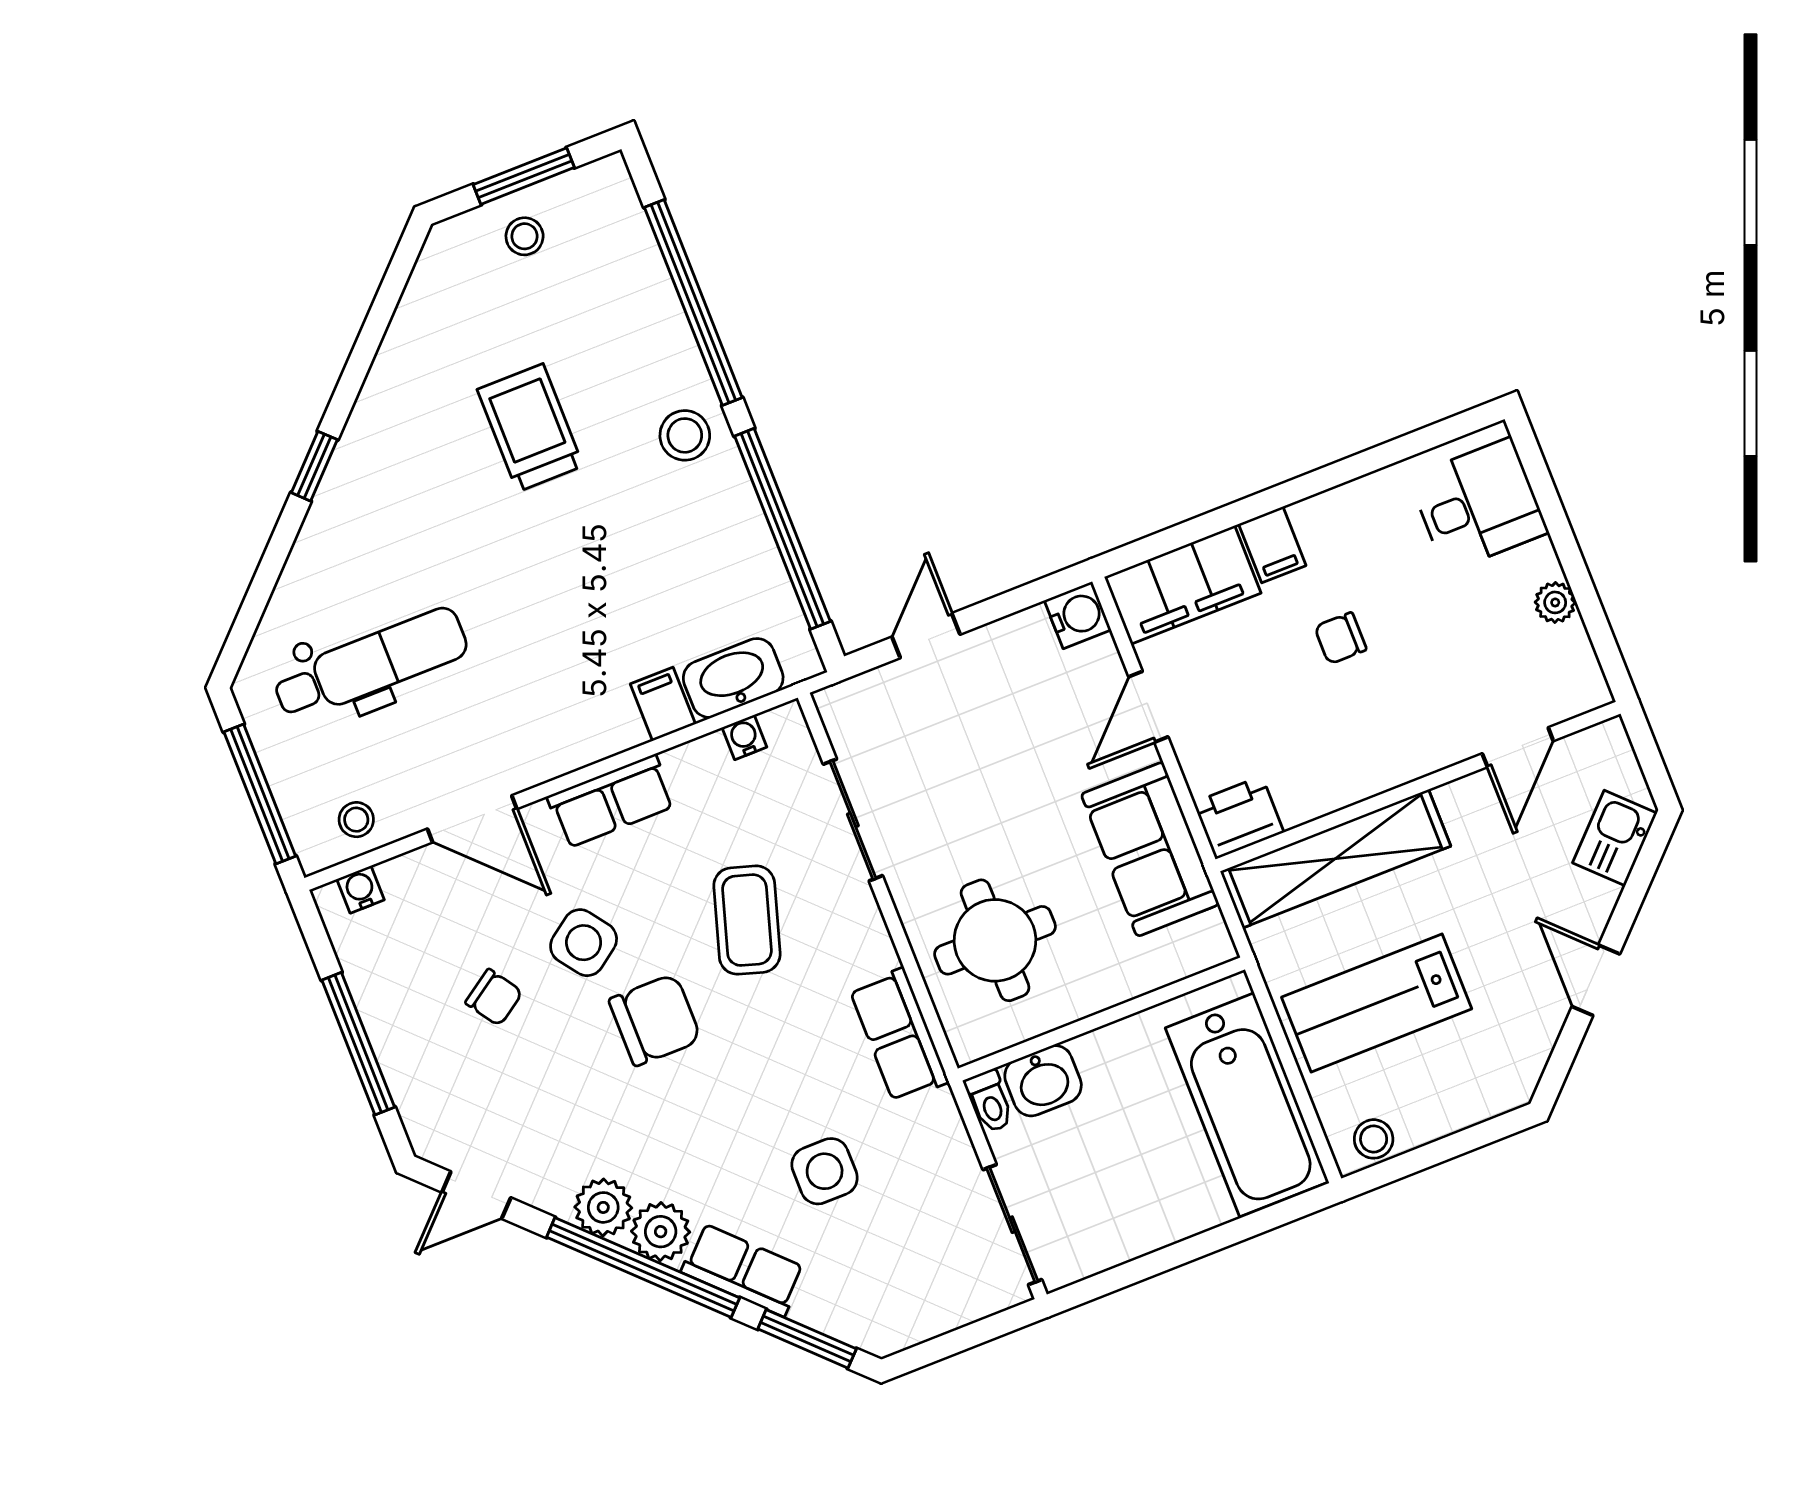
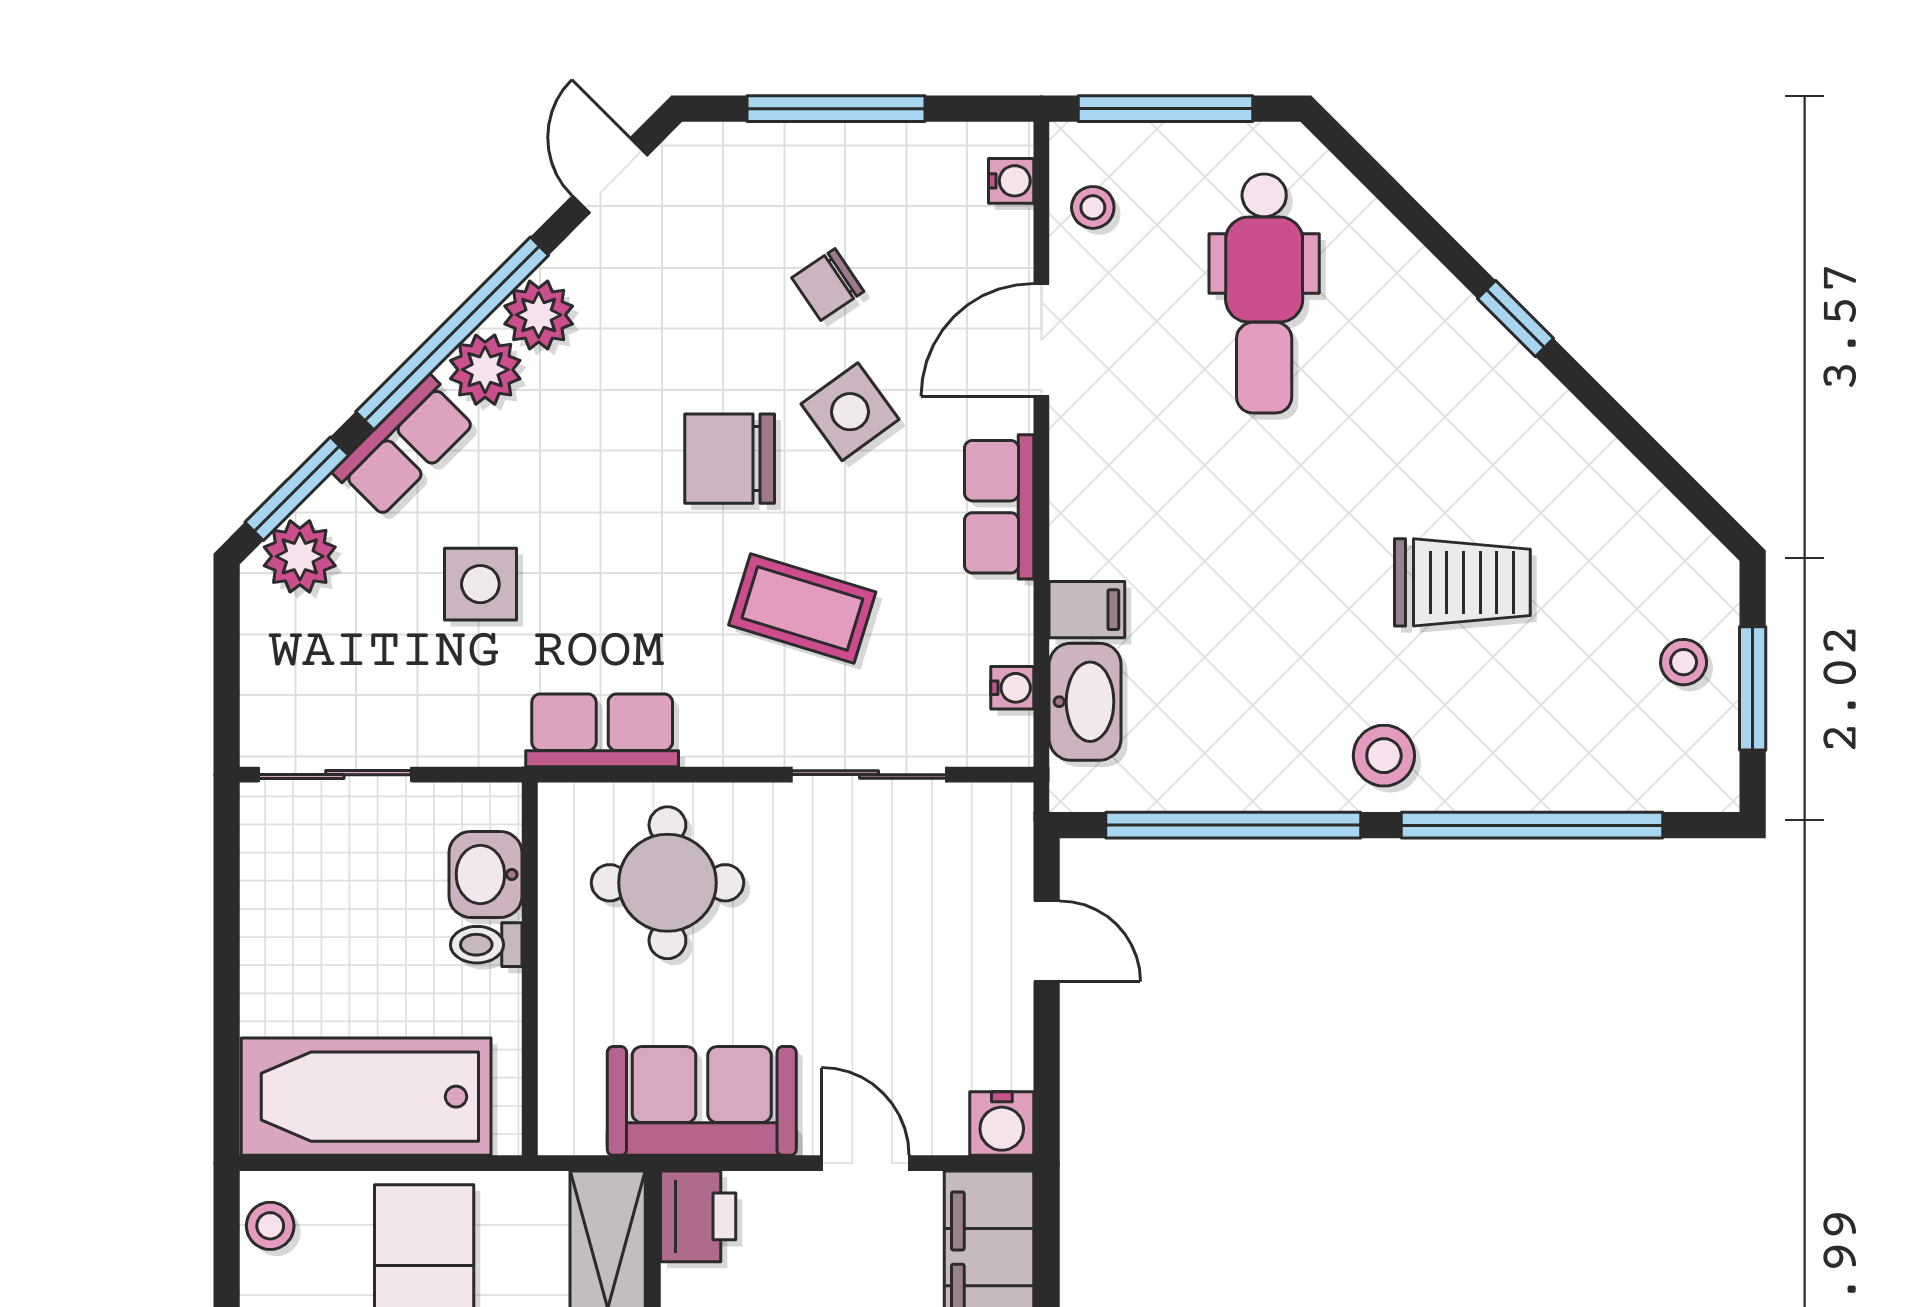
chair: (655, 1020) -> (730, 459), turned 90
toilet: (990, 1101) -> (486, 945), moved
plant: (857, 1316) -> (300, 556), added

